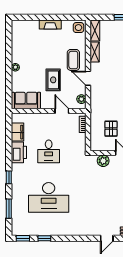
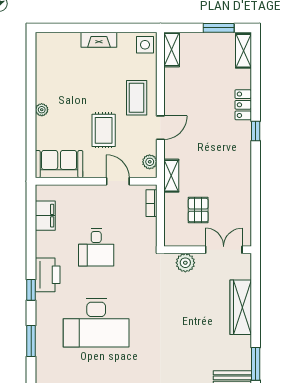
shelving: (95, 52) -> (171, 176), moved
door: (88, 78) -> (160, 128), swing flipped
printer: (19, 152) -> (48, 275), moved

